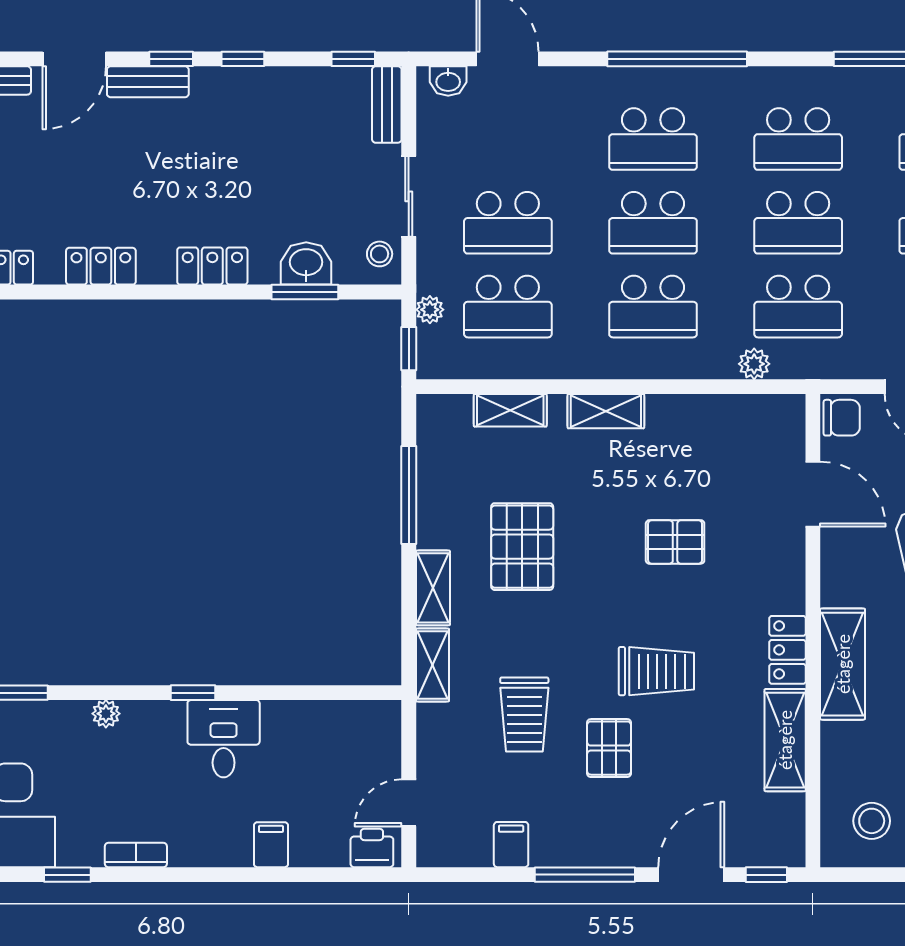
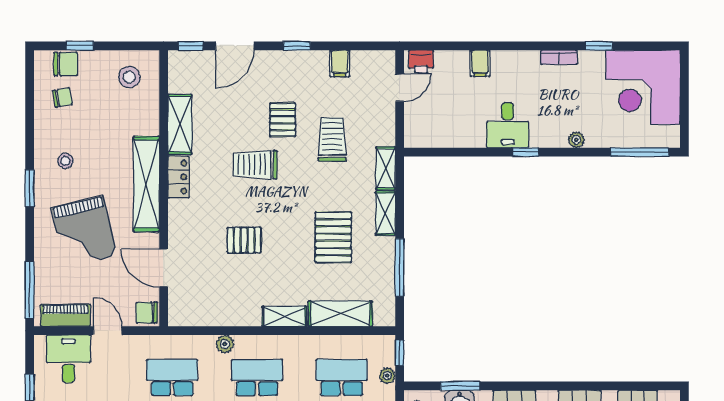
plant: (754, 364) -> (225, 344), moved
shelving: (510, 410) -> (340, 314), width x1.50, depth x1.33
shelving: (843, 664) -> (146, 184), width x1.47
window: (585, 875) -> (297, 46), width x0.46

